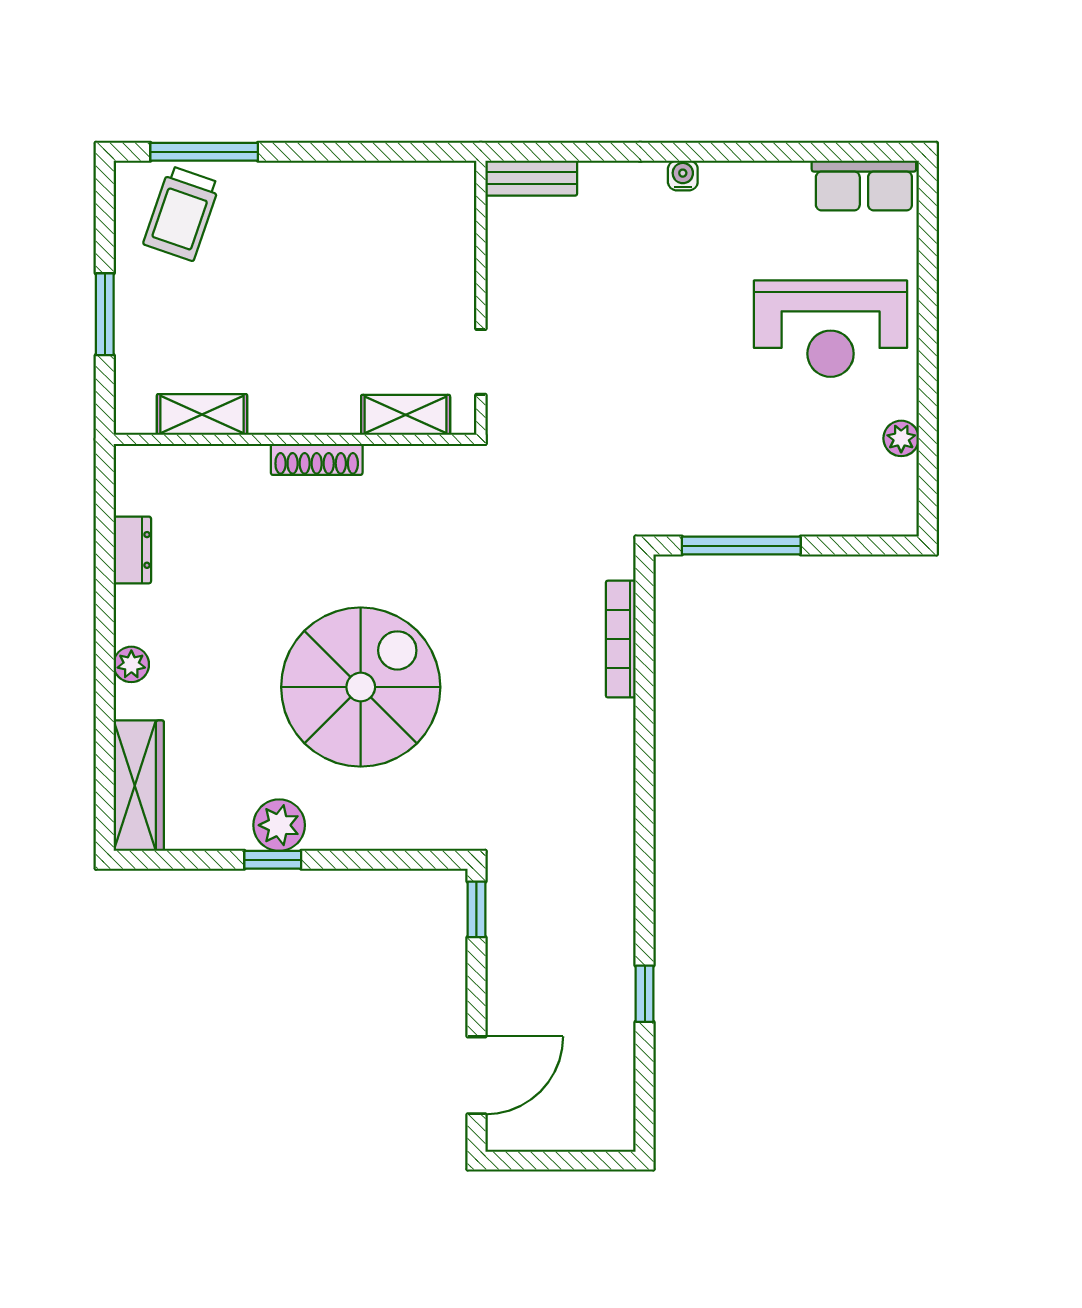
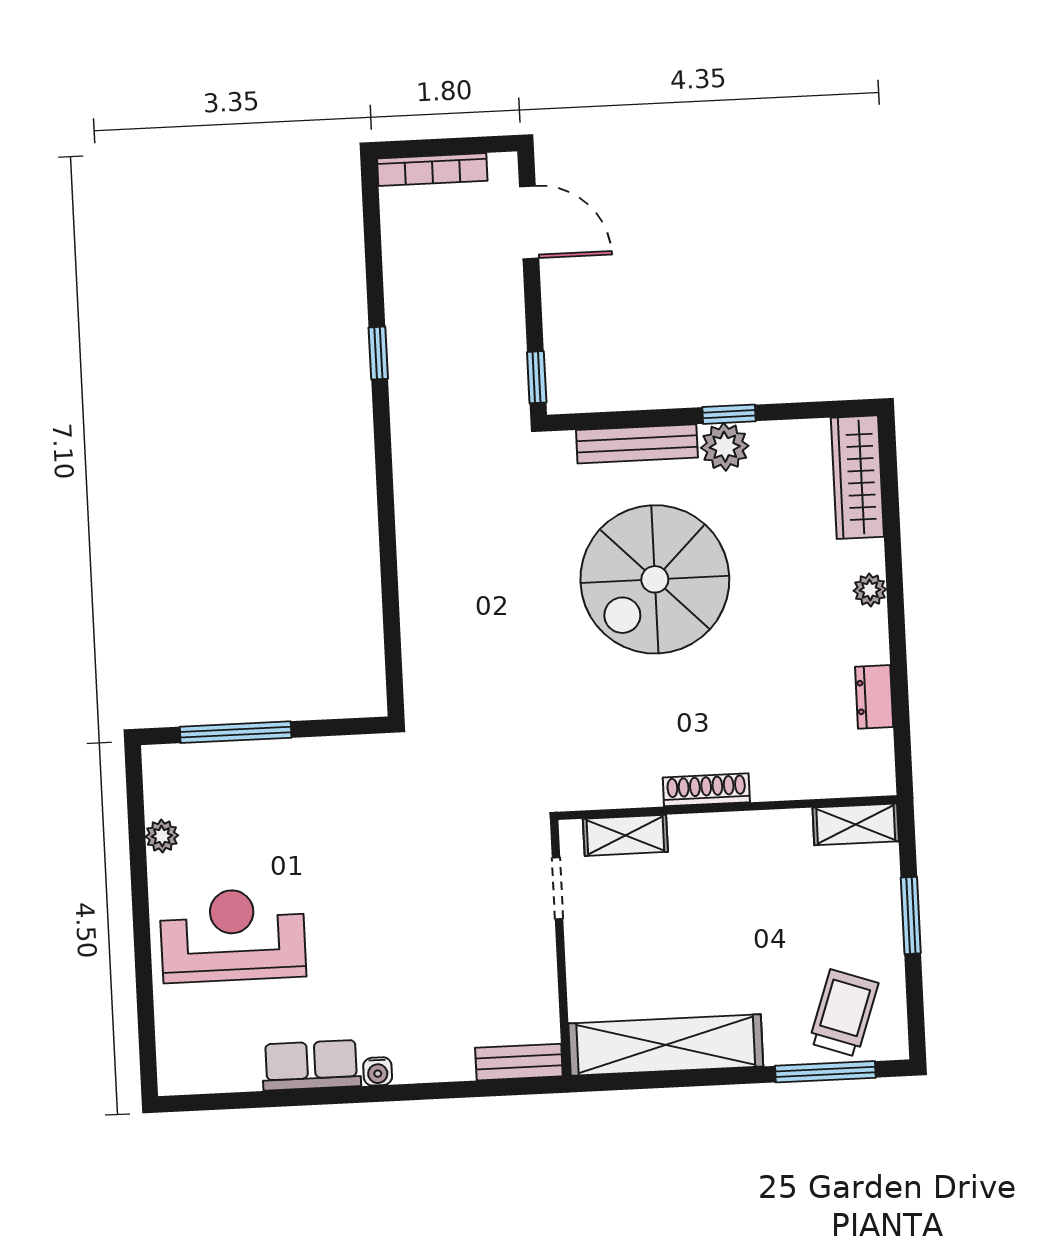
row of seats: (864, 186) -> (311, 1065), moved
shelving: (373, 189) -> (666, 1045), added
shelving: (202, 415) -> (856, 824), moved
window: (741, 546) -> (236, 732), moved
bookcase: (621, 639) -> (432, 170), moved, turned 90
bench: (373, 833) -> (637, 444), added
window: (645, 994) -> (378, 353), moved
door: (476, 1075) -> (529, 222), swing flipped

